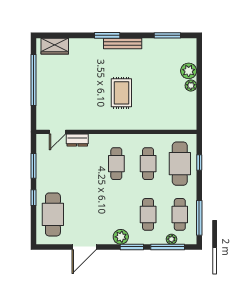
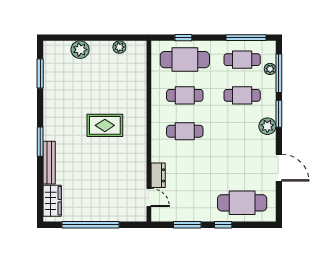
bench: (123, 43) -> (49, 163), moved
plant: (191, 86) -> (119, 47), moved

